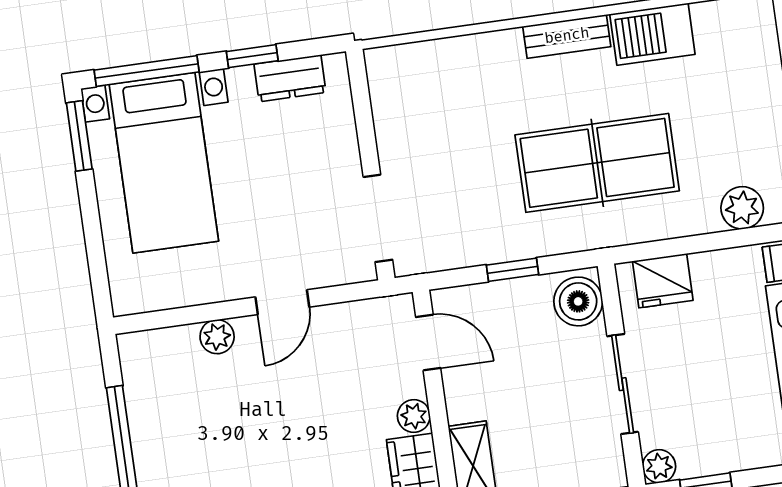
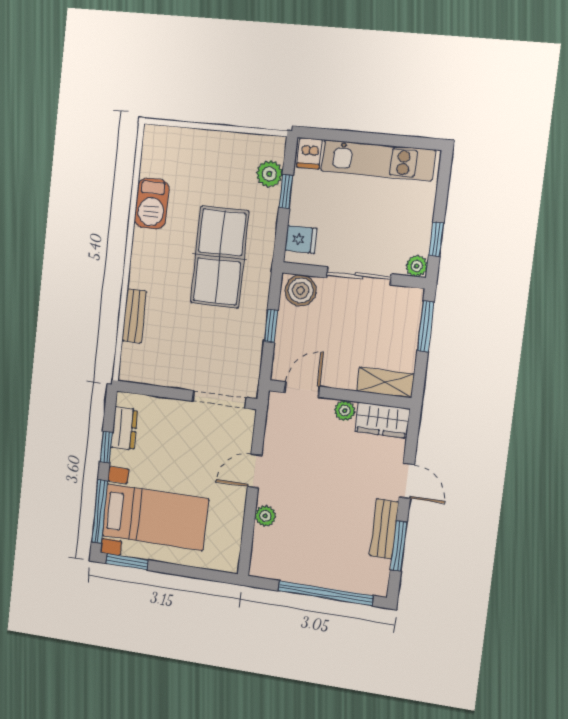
bench: (567, 36) -> (134, 316), moved
window: (722, 240) -> (286, 191), added
fridge: (663, 281) -> (301, 239), width x0.72
door: (282, 302) -> (255, 471), swing flipped

